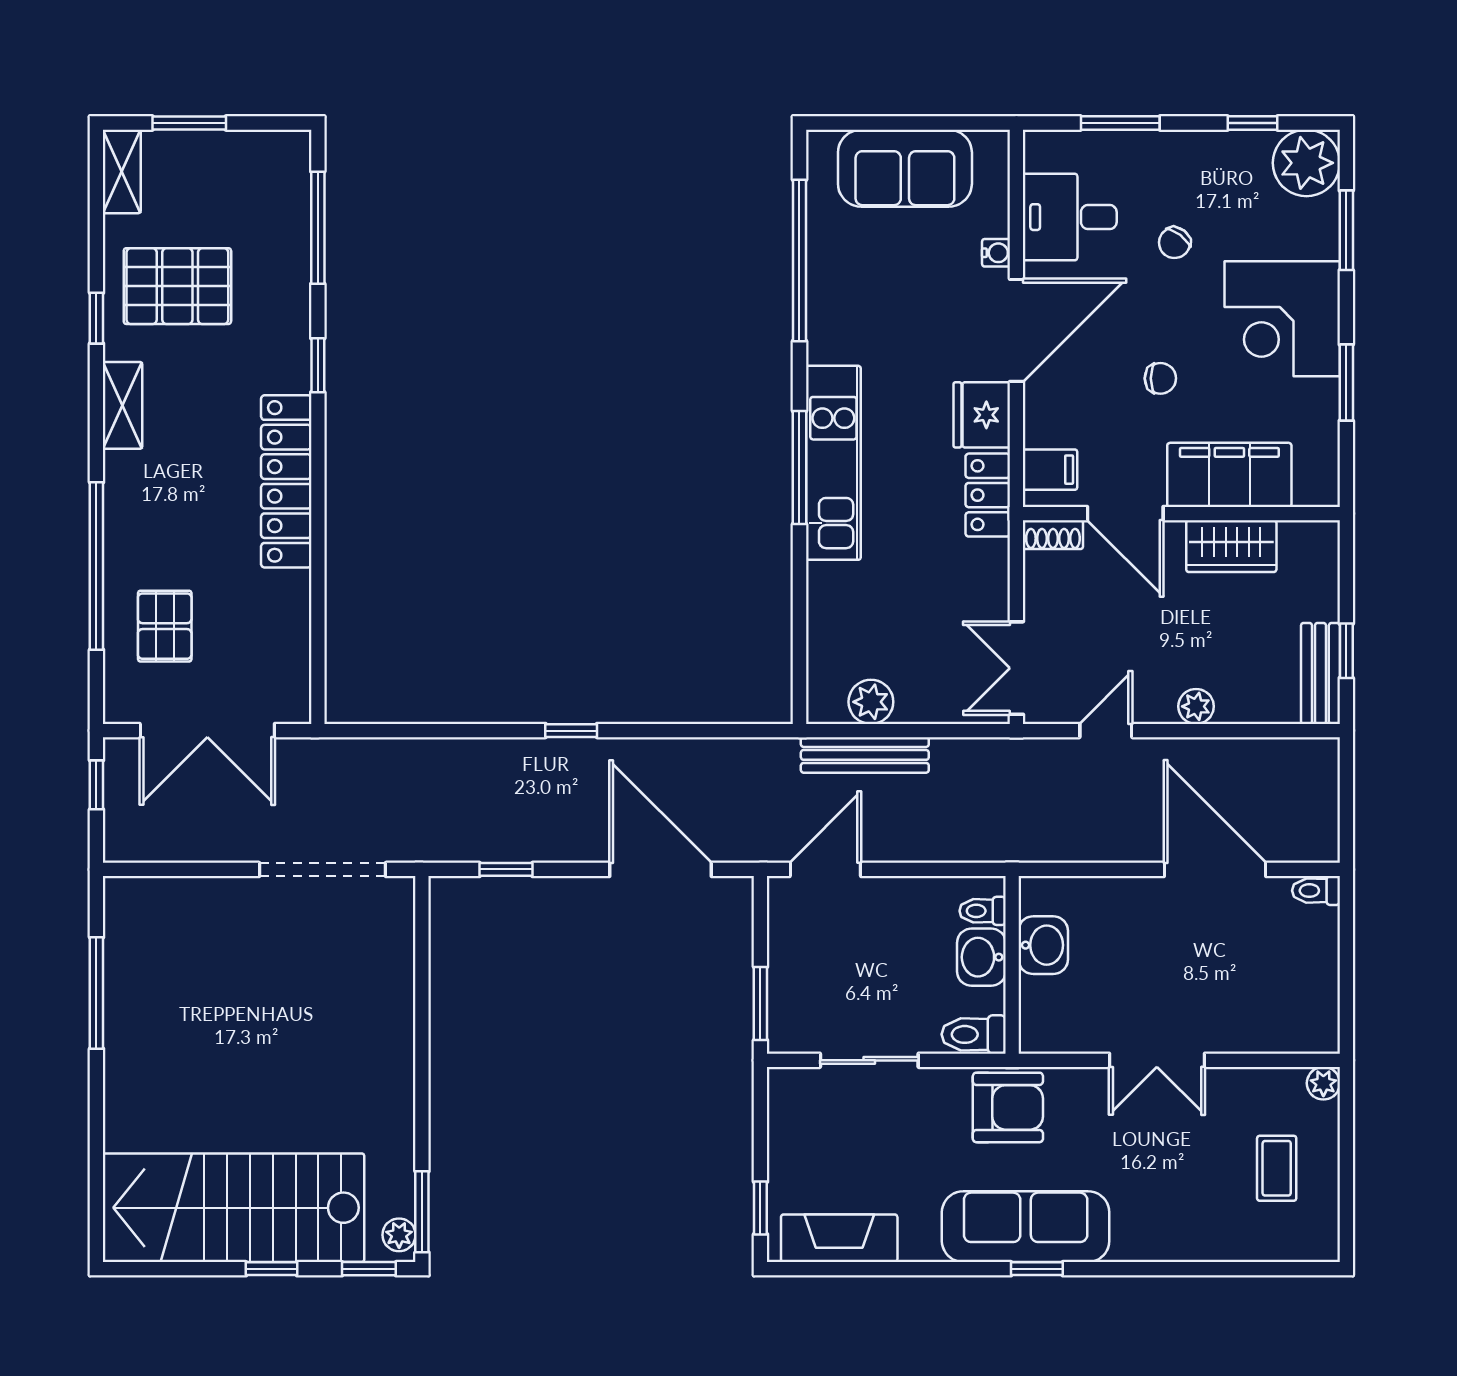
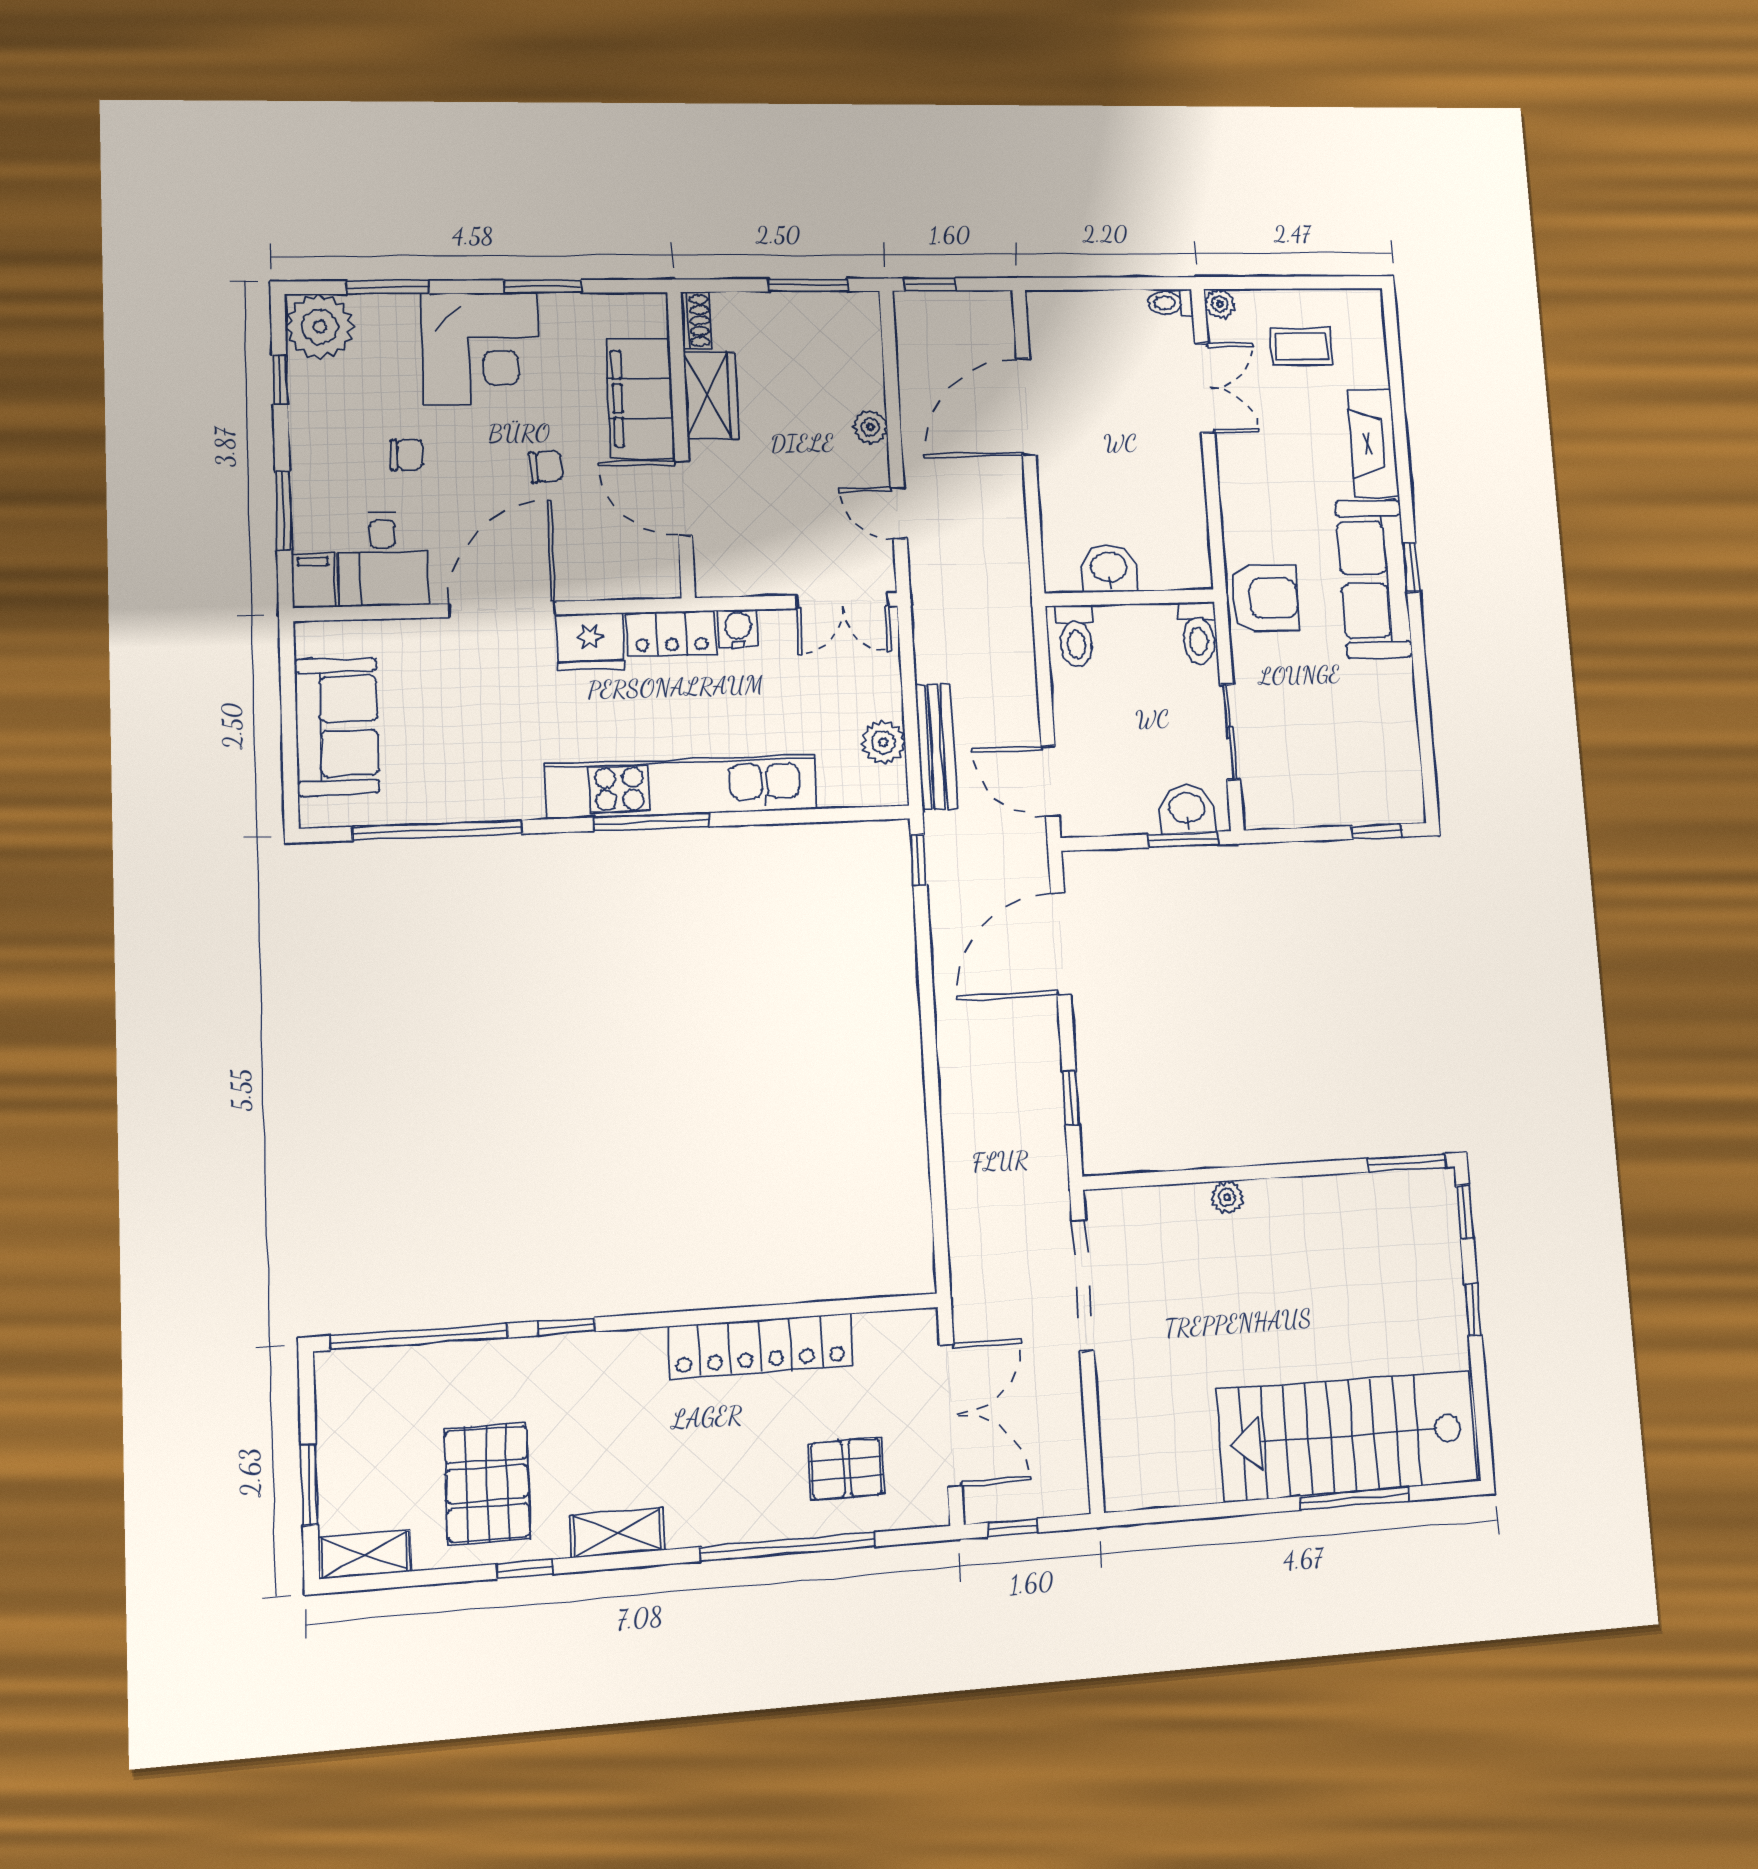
window: (318, 228) -> (419, 1337), width x1.46
chair: (1175, 243) -> (406, 455), turned -37
water cooler: (996, 253) -> (738, 629), moved, width x1.38, depth x1.38
door: (1016, 330) -> (502, 609), hinge flipped
chair: (1160, 378) -> (546, 466), turned 86
kitchen unit: (833, 463) -> (681, 787), width x1.36
filing cabinet: (1050, 470) -> (313, 580), moved
locker: (286, 481) -> (760, 1346), moved
door: (1125, 514) -> (684, 498), swing flipped
shoe rack: (1053, 535) -> (696, 320), moved
window: (1346, 651) -> (808, 285), width x1.50
bench: (1320, 673) -> (832, 309), removed
window: (571, 731) -> (919, 860), moved
window: (1346, 777) -> (930, 284), added
toilet: (1316, 891) -> (1170, 303), moved, turned 90
toilet: (983, 911) -> (1076, 636), width x1.37, depth x1.39
washbasin: (981, 957) -> (1187, 809), moved, turned 180
window: (96, 993) -> (1354, 1498), moved
double door: (1157, 1060) -> (1205, 388), moved
armchair: (1008, 1107) -> (1264, 598), turned 90
stairs: (234, 1208) -> (1347, 1436), moved, turned 90
plant: (399, 1235) -> (1227, 1197), moved
fireplace: (839, 1238) -> (1373, 443), moved

